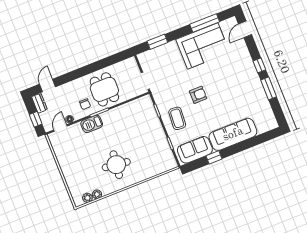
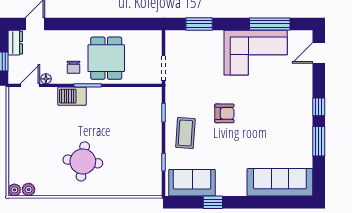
sofa: (233, 134) -> (280, 182), moved
plant: (97, 194) -> (14, 190), moved

